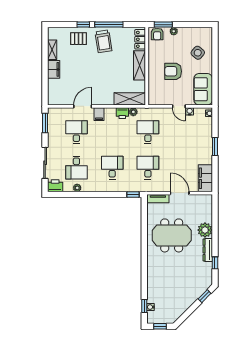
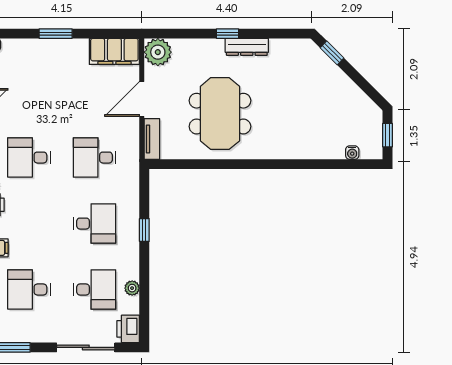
desk: (112, 168) -> (95, 224), turned 180
window: (133, 194) -> (144, 230), moved
plant: (205, 230) -> (158, 52), moved
window: (215, 263) -> (228, 34), moved
window: (144, 306) -> (350, 164), removed

